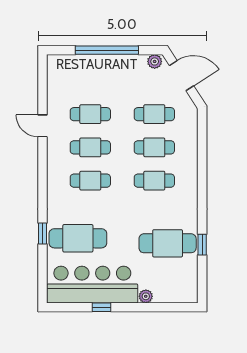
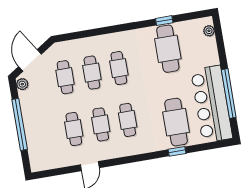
plant: (146, 296) -> (209, 31), moved
window: (101, 307) -> (229, 93), width x3.17

